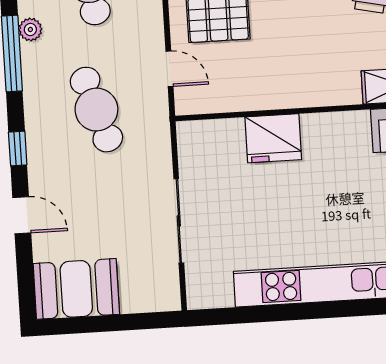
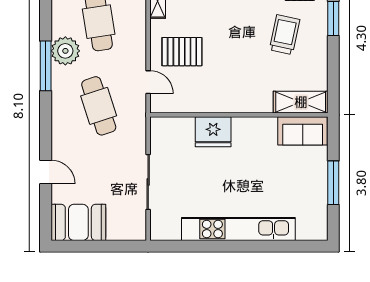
plant: (30, 29) -> (65, 51), width x1.88, depth x1.88
window: (18, 148) -> (46, 128), removed

